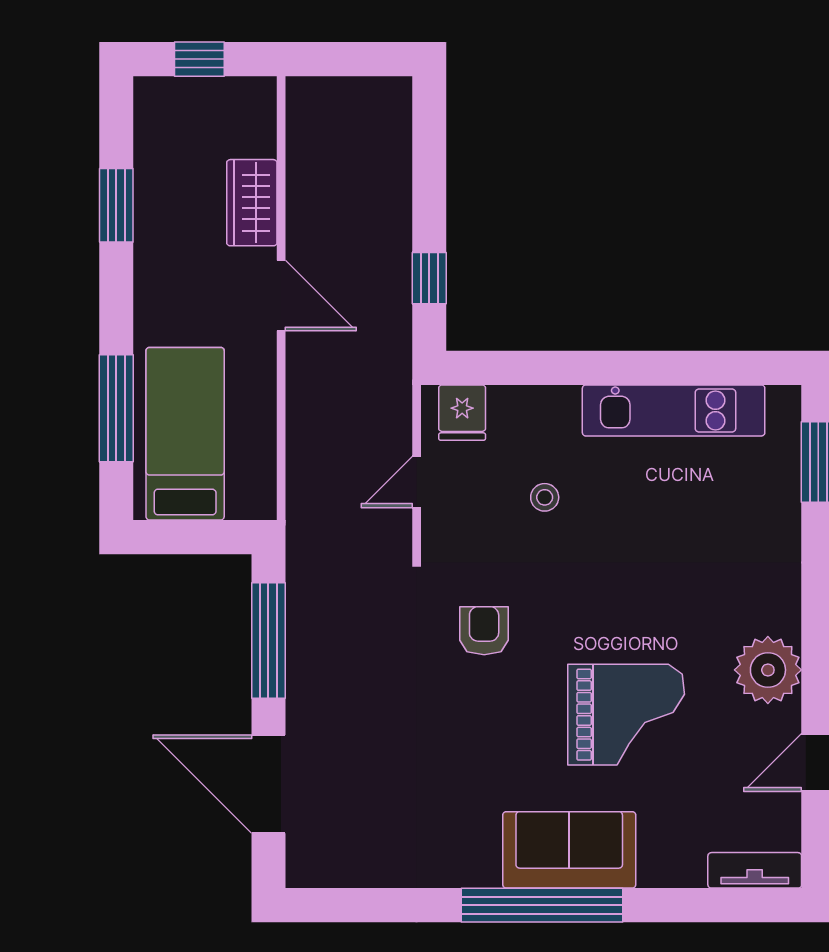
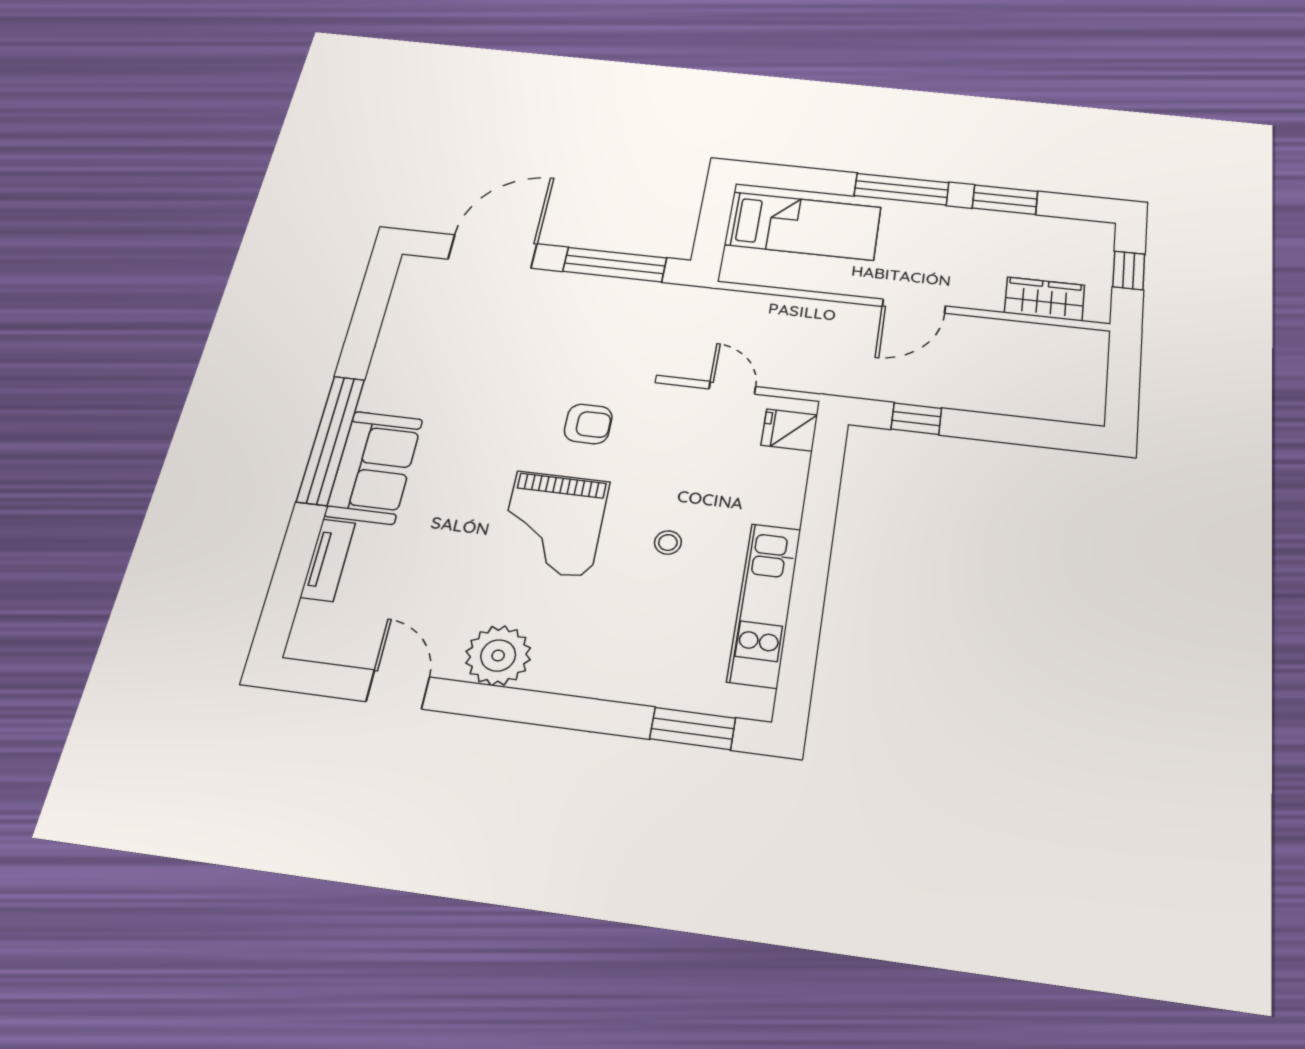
wardrobe: (252, 203) -> (1044, 299), moved
window: (116, 408) -> (901, 189), moved
stool: (545, 497) -> (668, 543), moved
grand piano: (626, 715) -> (553, 524), moved
tv unit: (755, 870) -> (328, 560), moved

